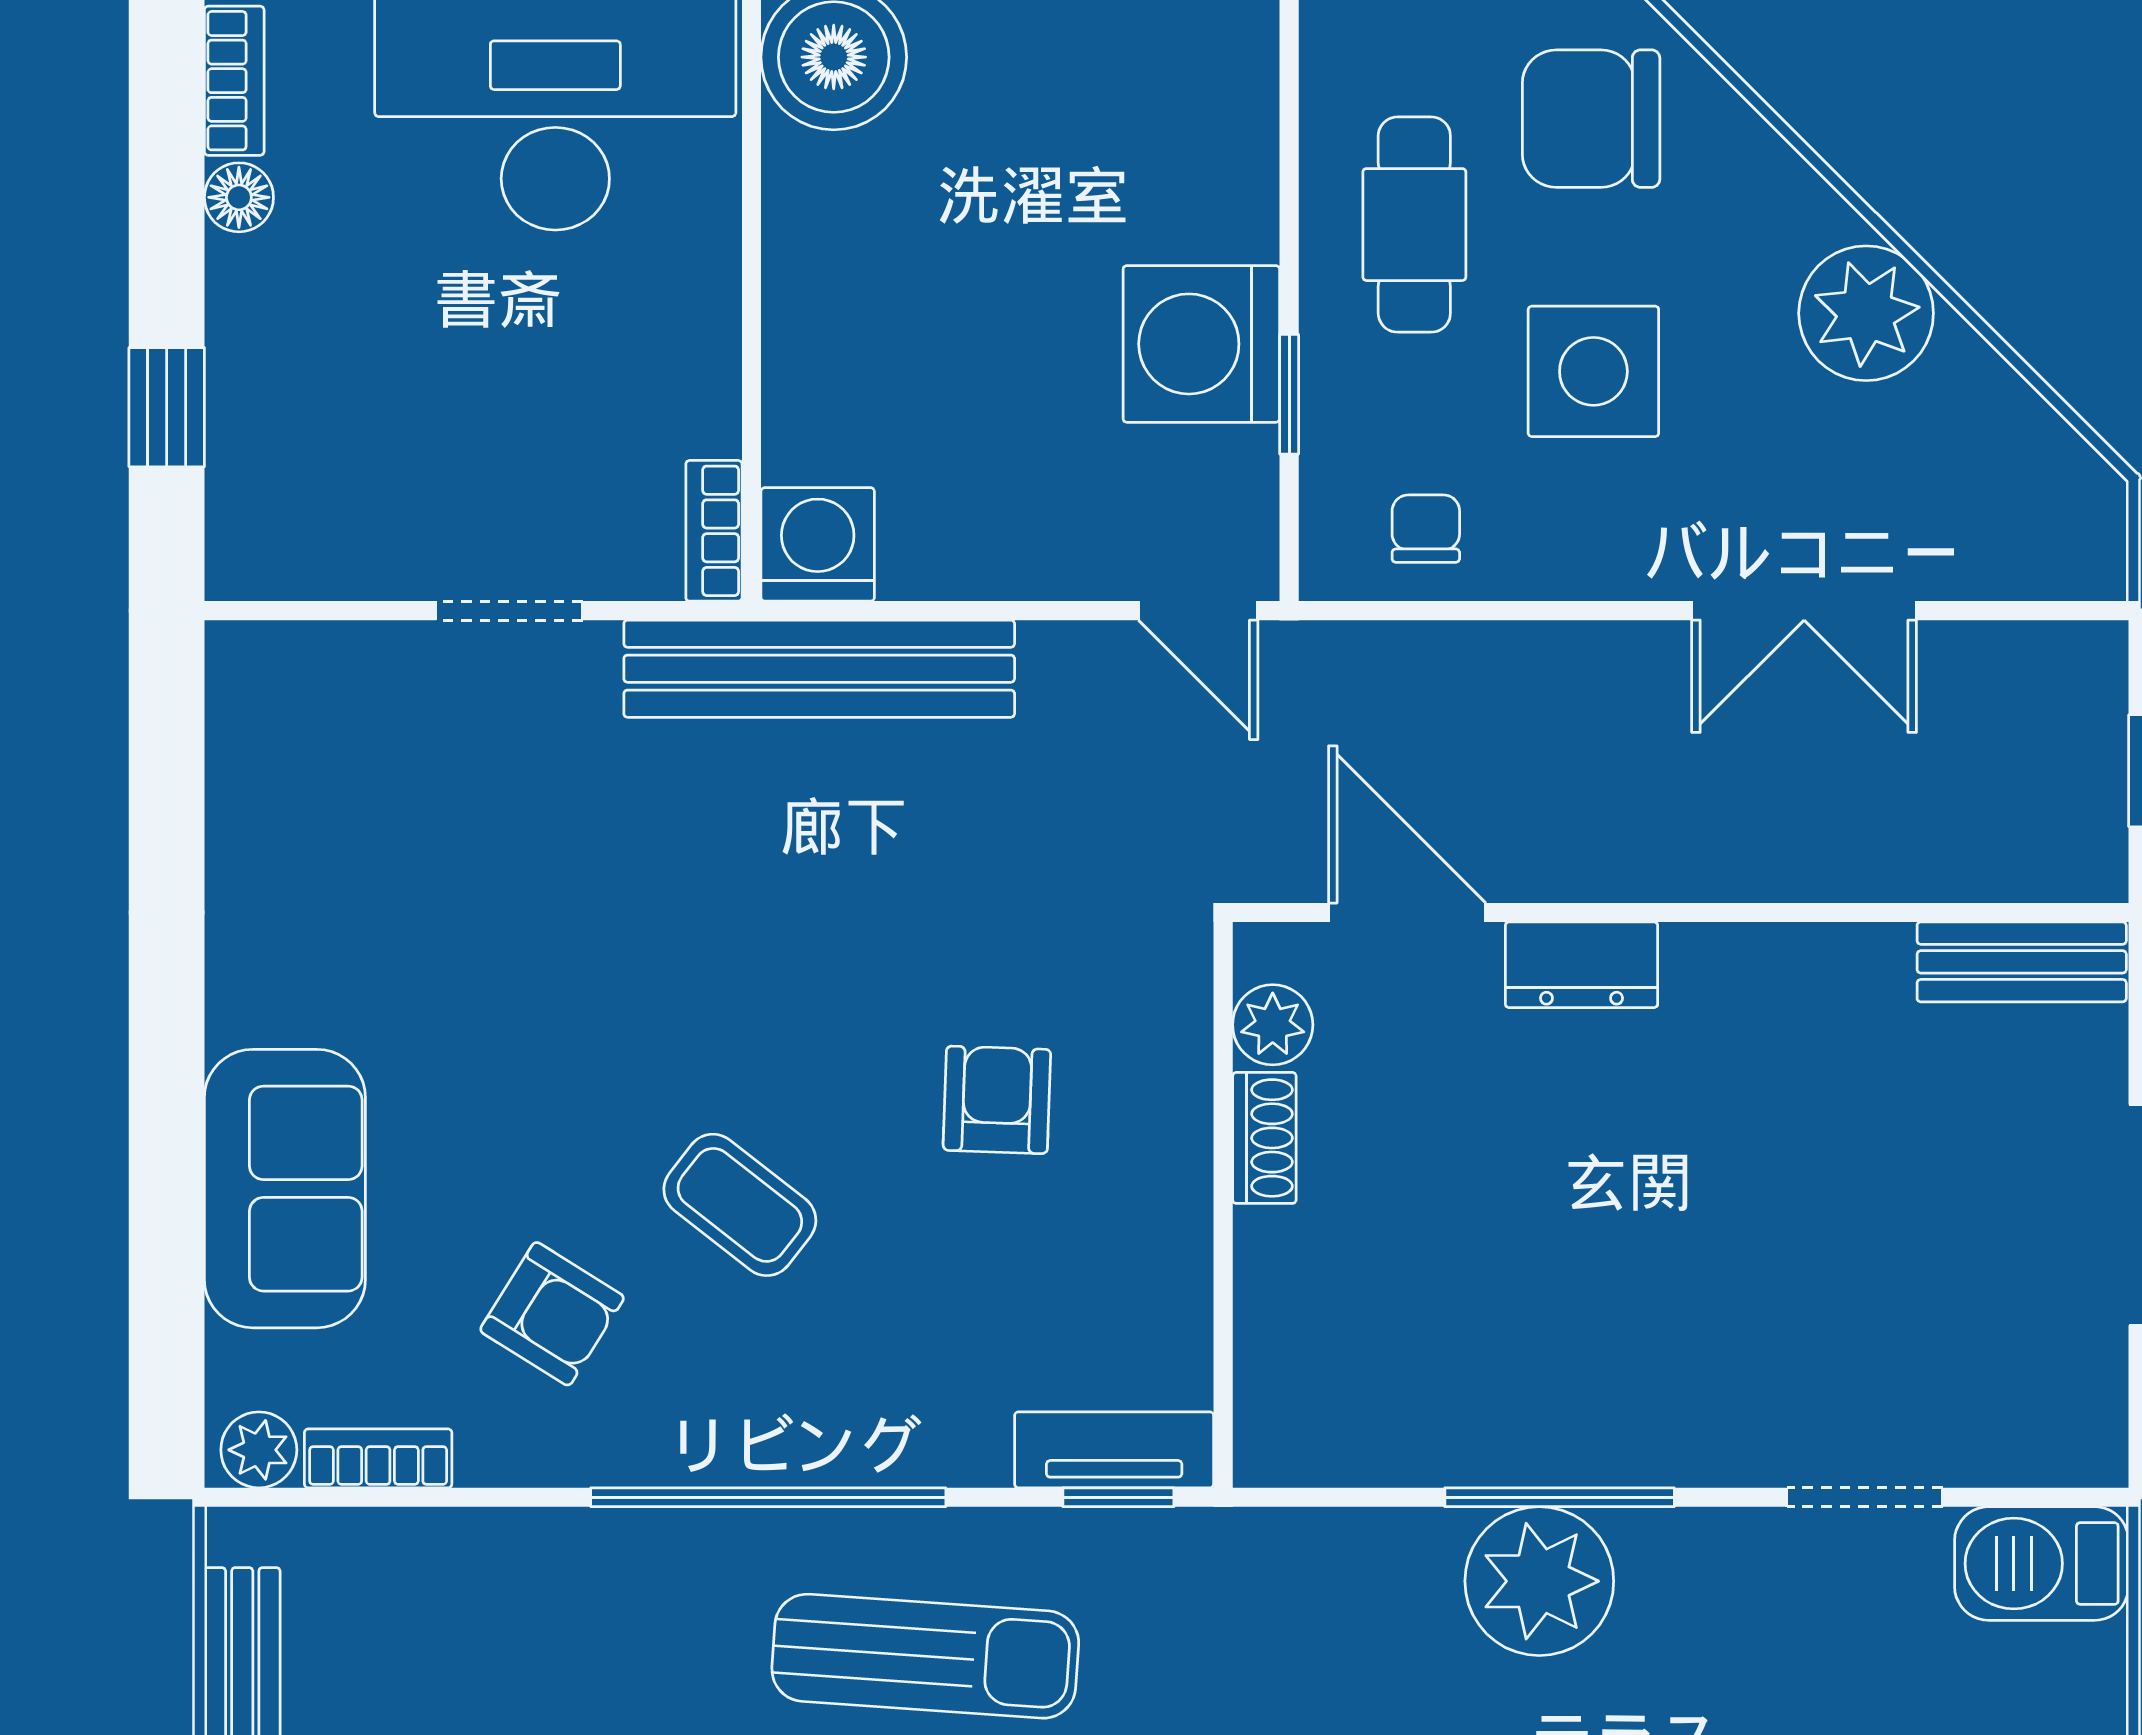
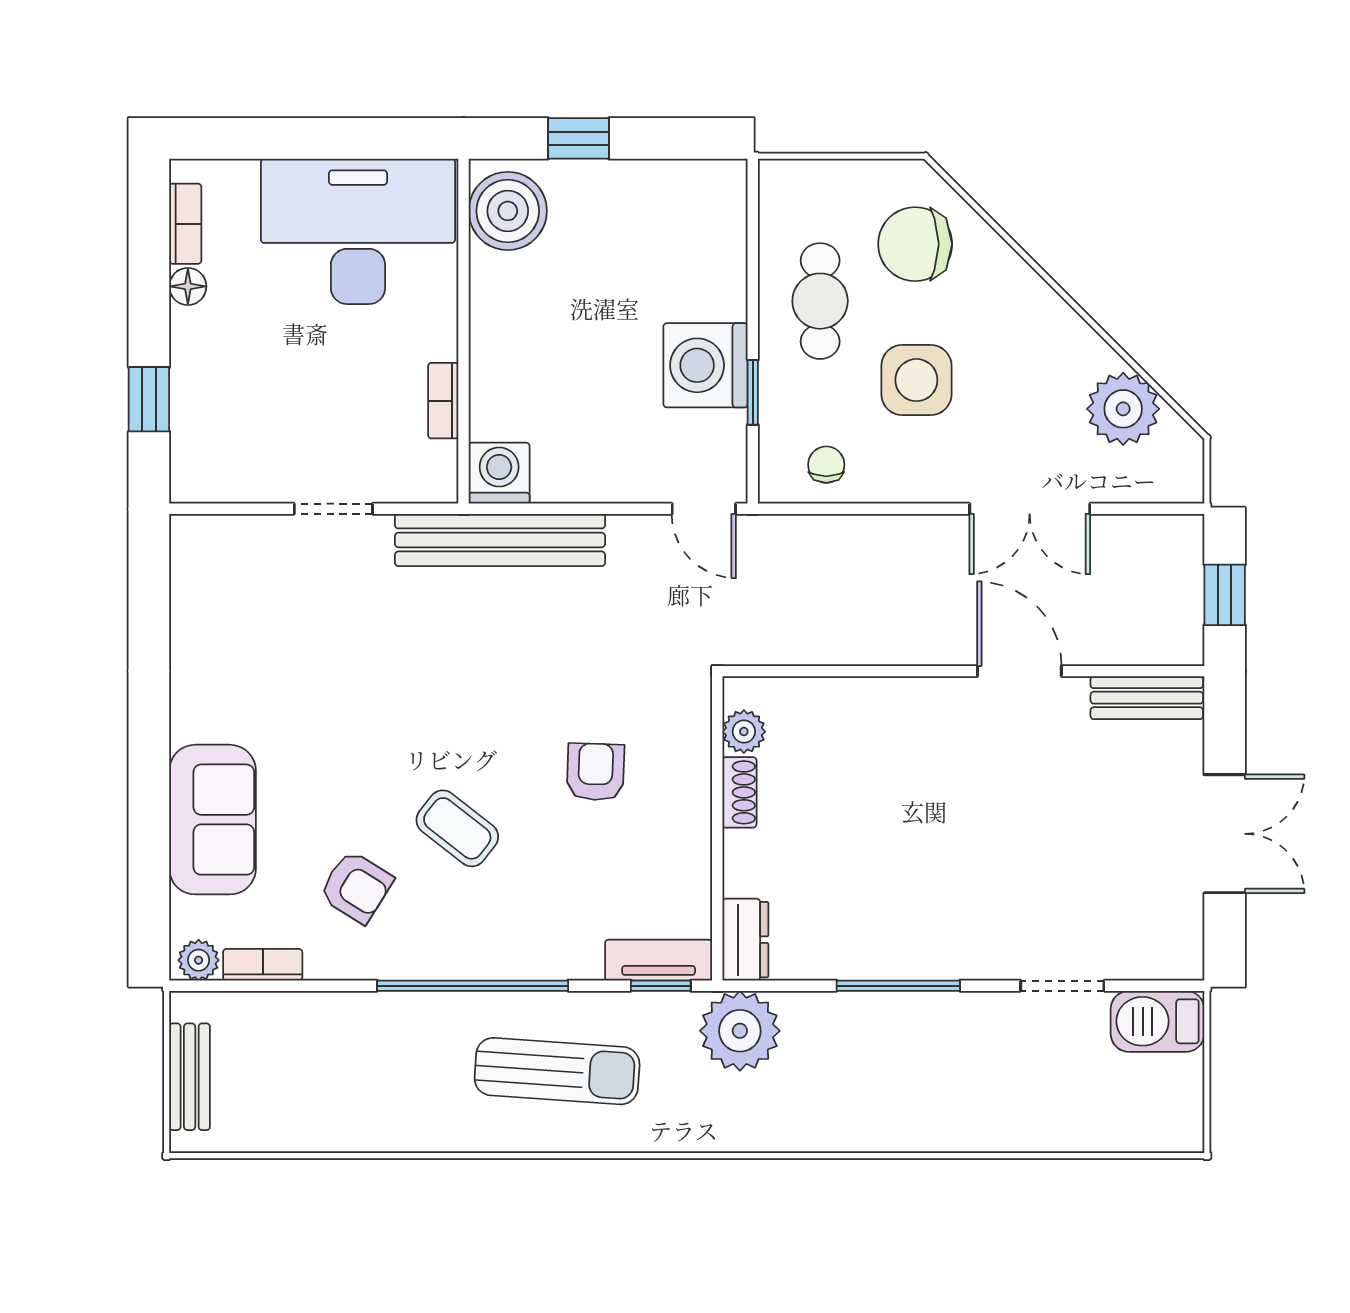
plant: (1866, 313) -> (1123, 409), moved
bookcase: (714, 531) -> (443, 401), moved
door: (1407, 912) -> (1019, 671), moved
dresser: (1582, 965) -> (745, 940), moved, turned -90
plant: (1539, 1581) -> (740, 1031), moved

